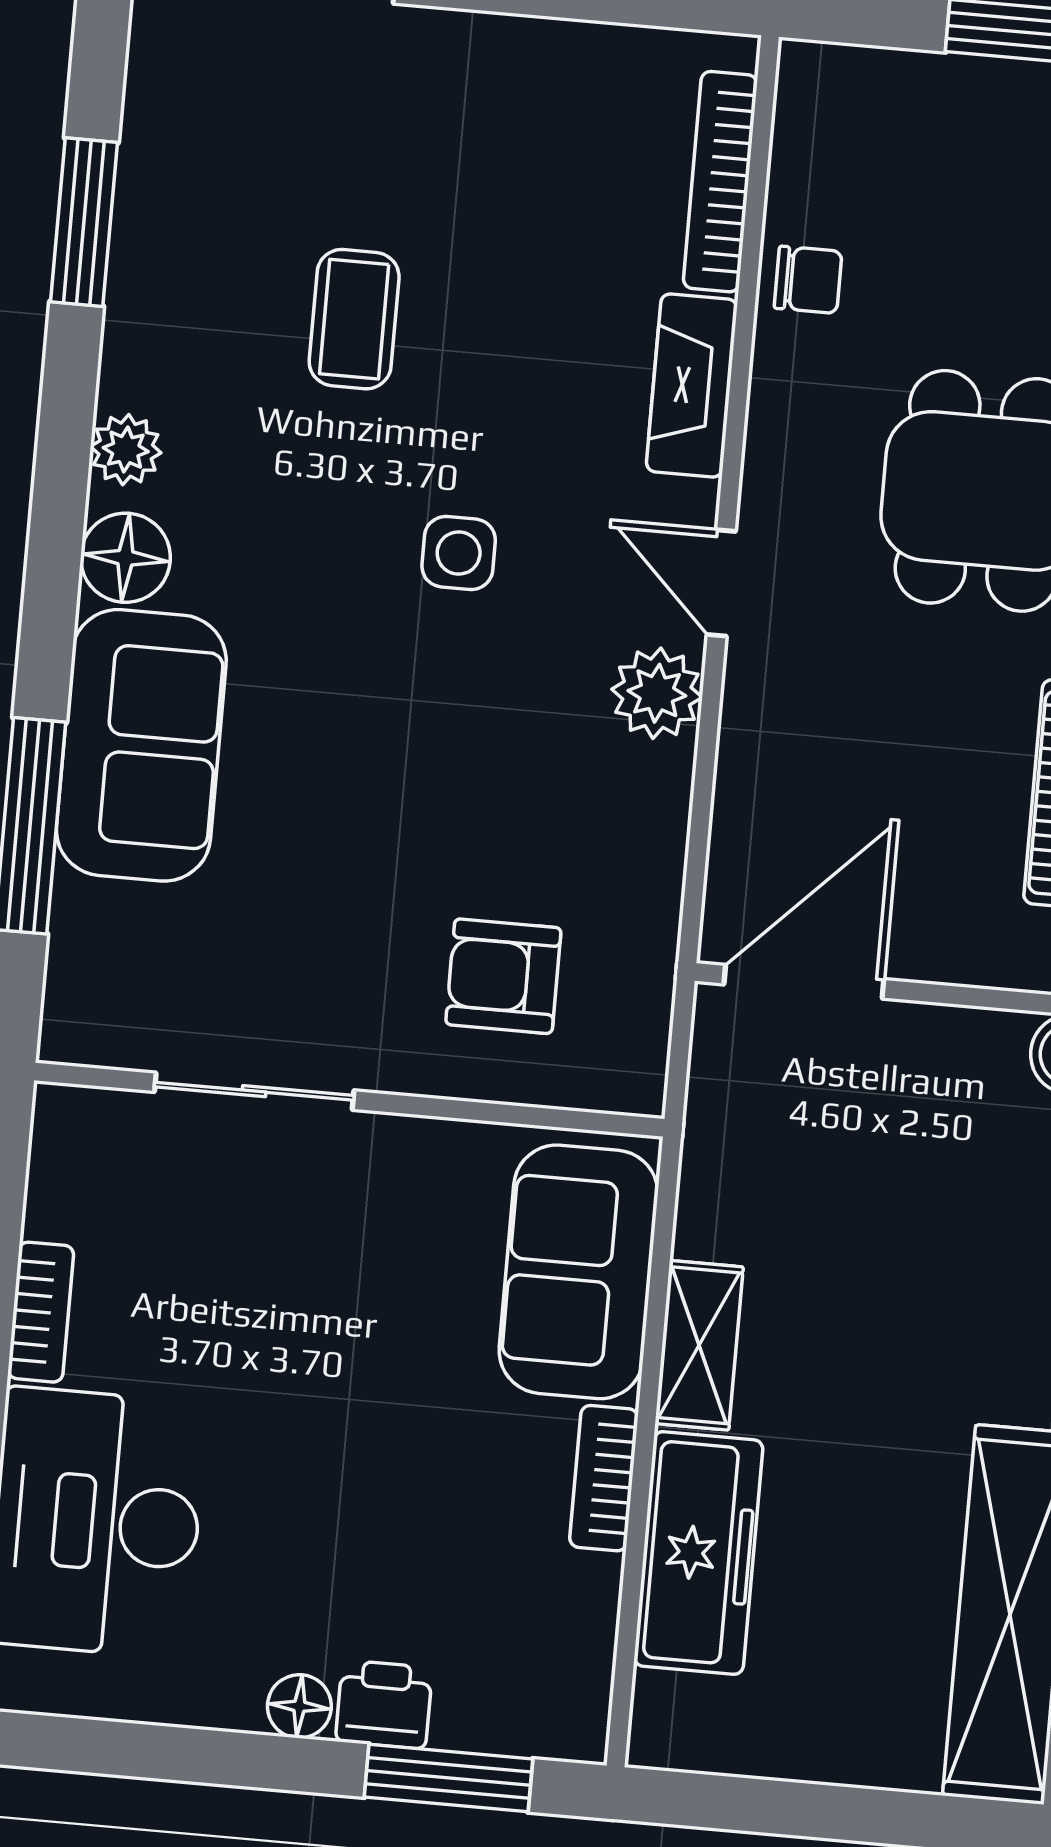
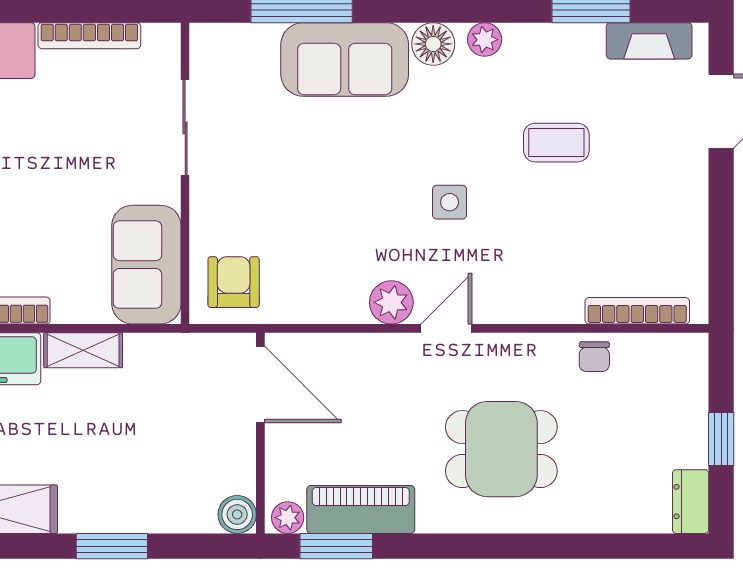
fireplace: (692, 385) -> (649, 41), moved, turned 180
armchair: (503, 976) -> (234, 282), moved
sofa: (579, 1272) -> (146, 265), moved, turned -90
bookcase: (41, 1312) -> (89, 36), width x1.56

